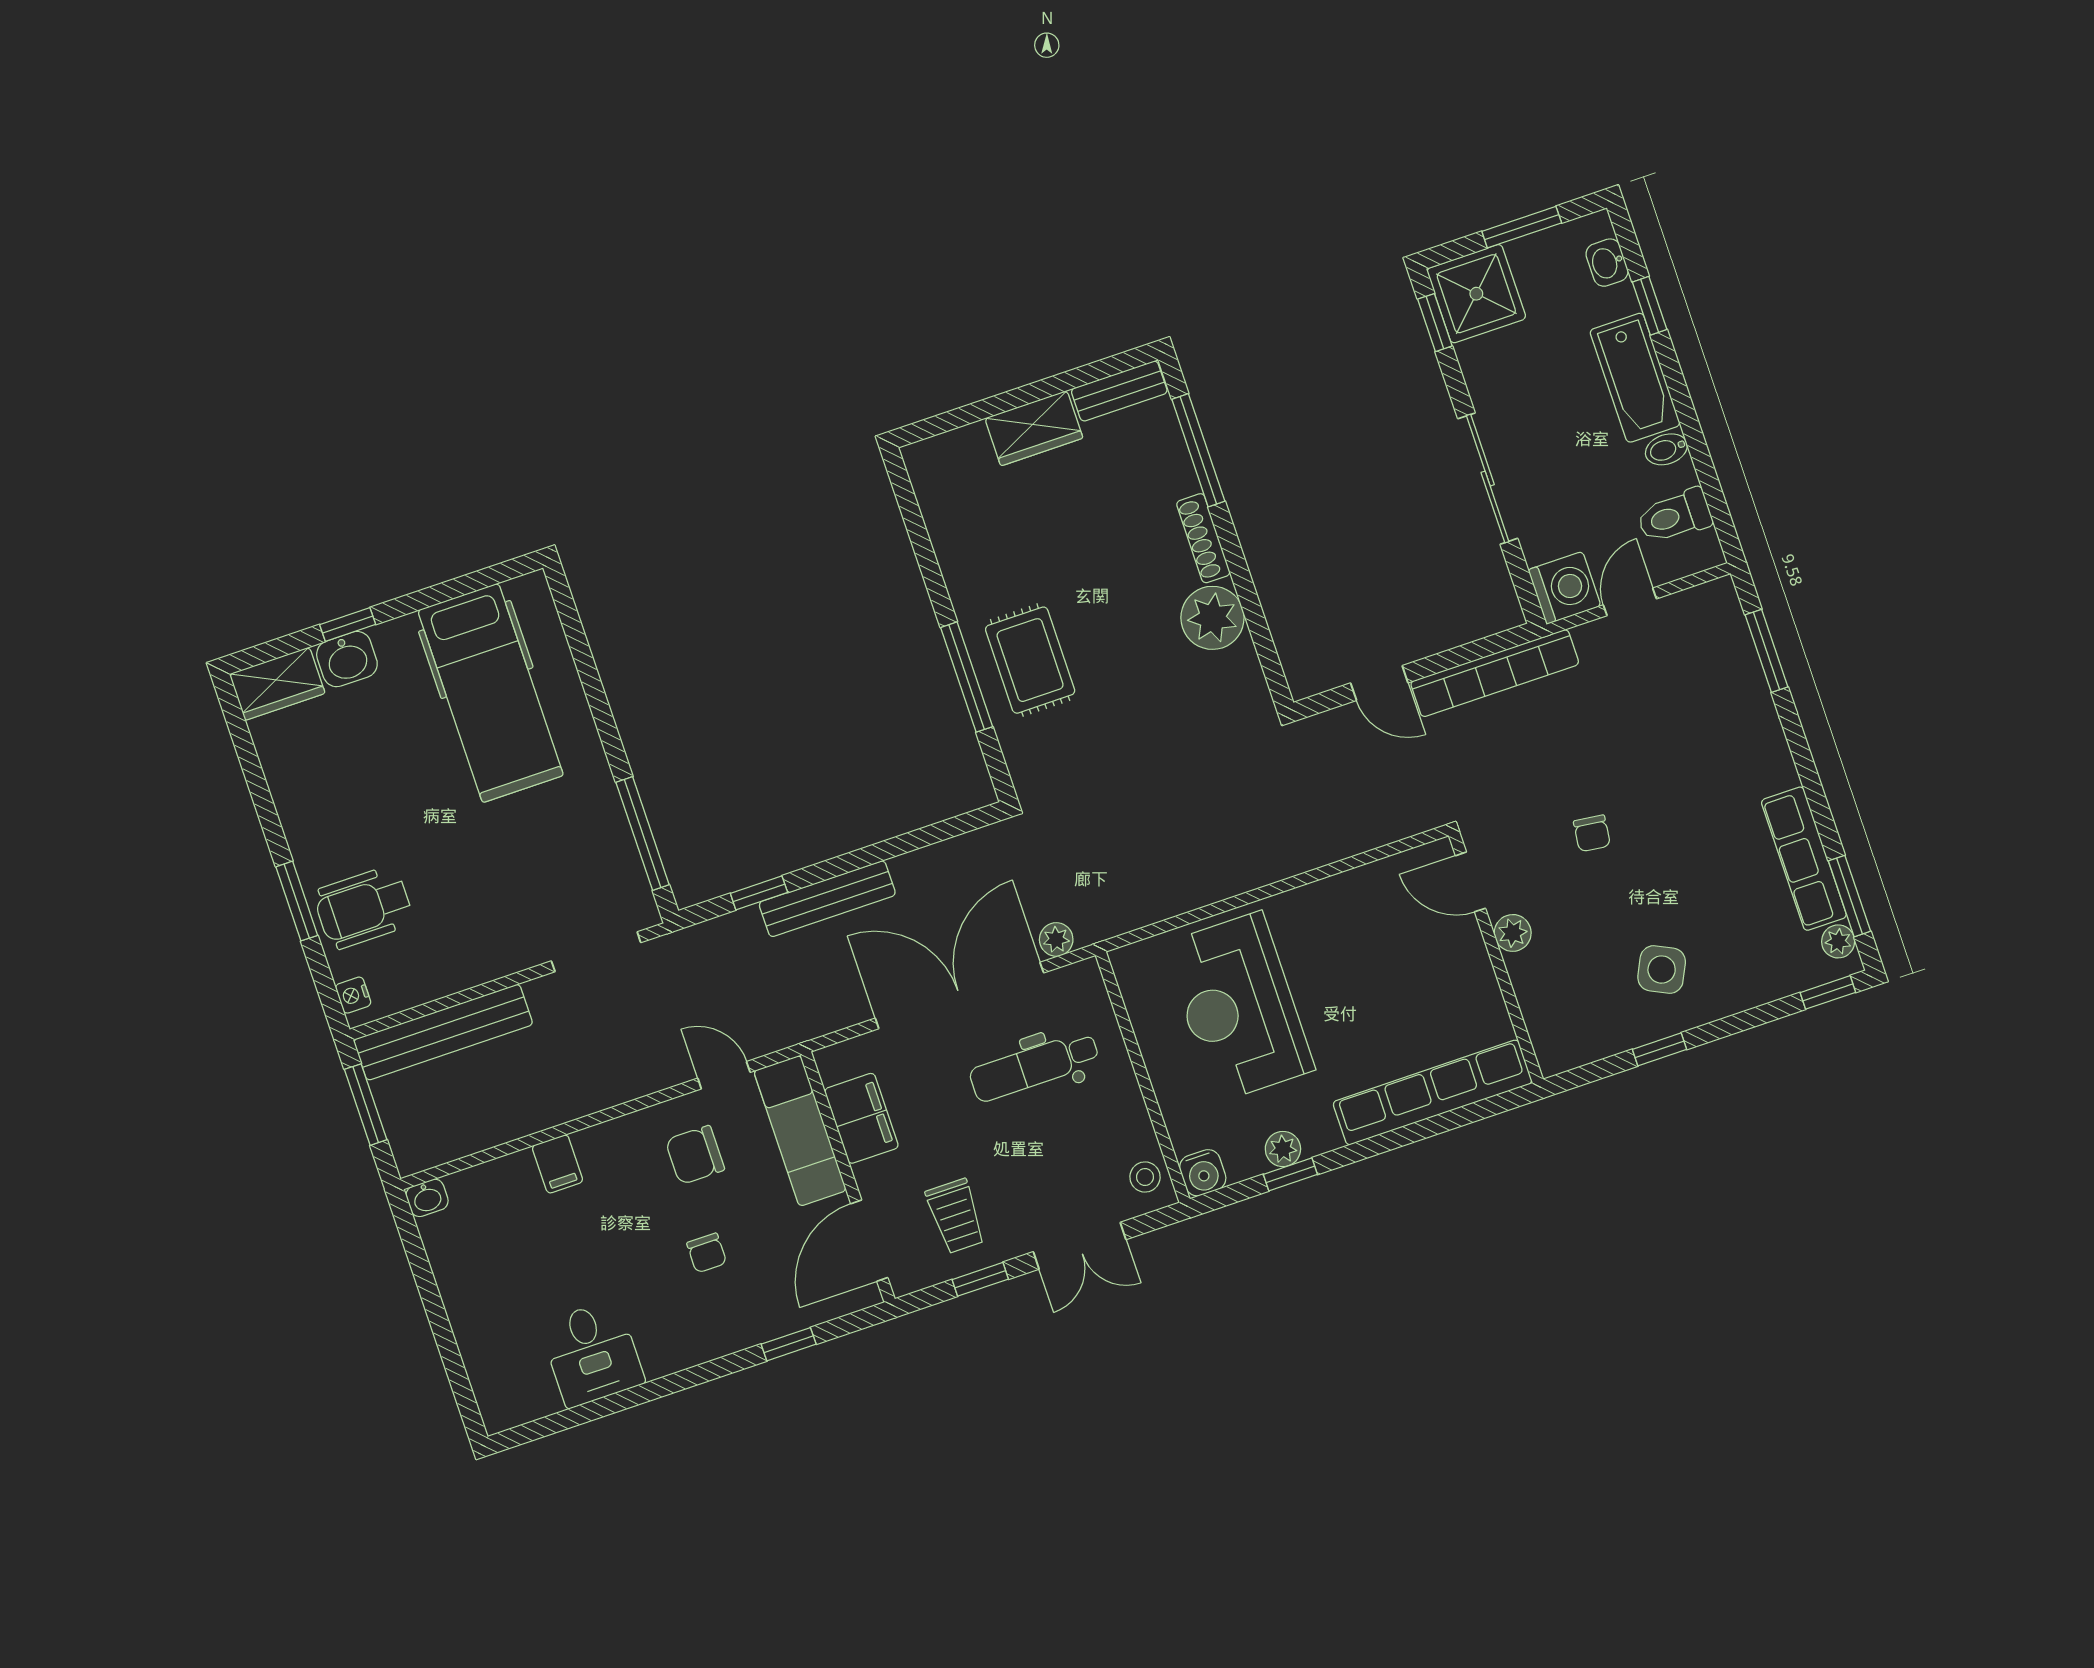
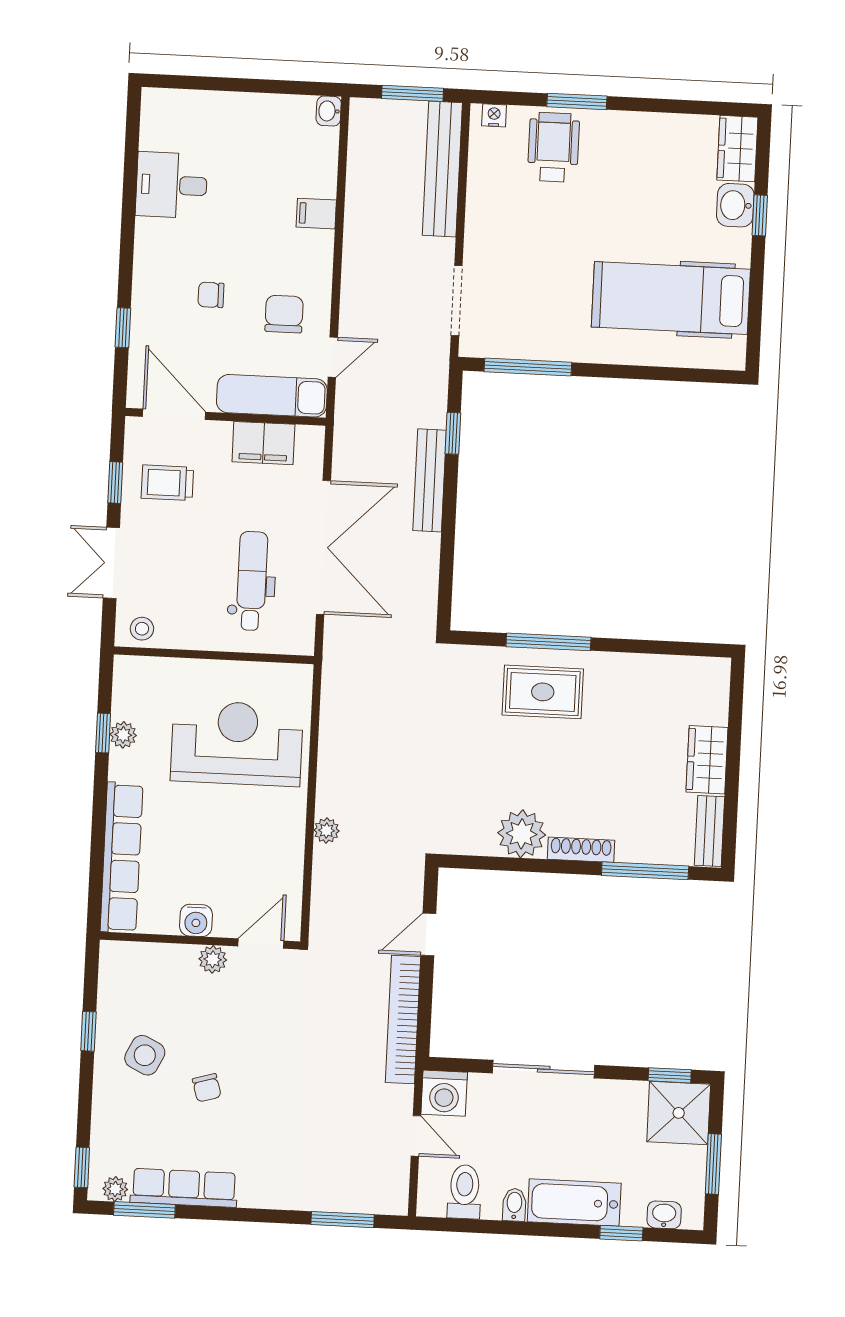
chair: (1592, 833) -> (207, 1088), moved, turned -113
plant: (1056, 939) -> (327, 831), moved
water cooler: (1203, 1173) -> (196, 920), moved, turned -90

